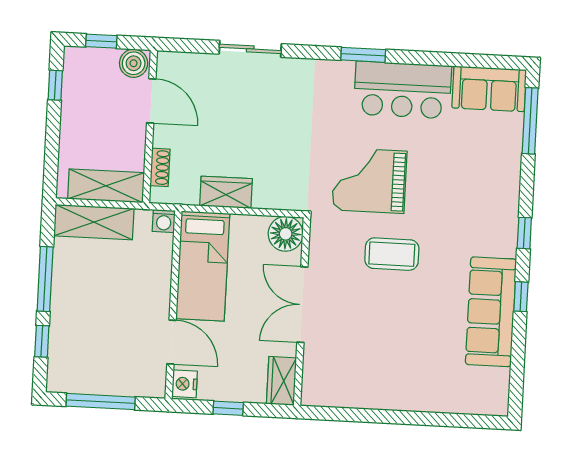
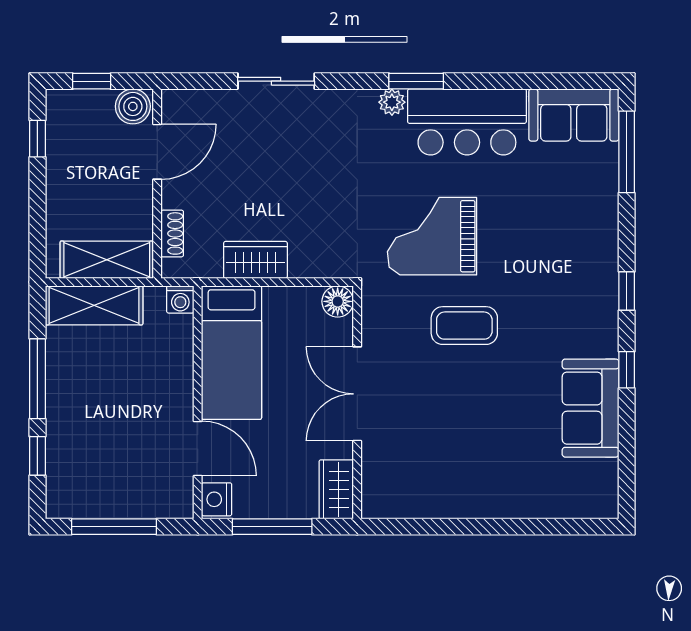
plant: (343, 71) -> (392, 102), added
door: (151, 101) -> (157, 152), hinge flipped
floor lamp: (286, 234) -> (338, 301), width x0.73, depth x0.73
sofa: (491, 312) -> (591, 408), width x0.73
window: (228, 408) -> (272, 527), width x2.17

